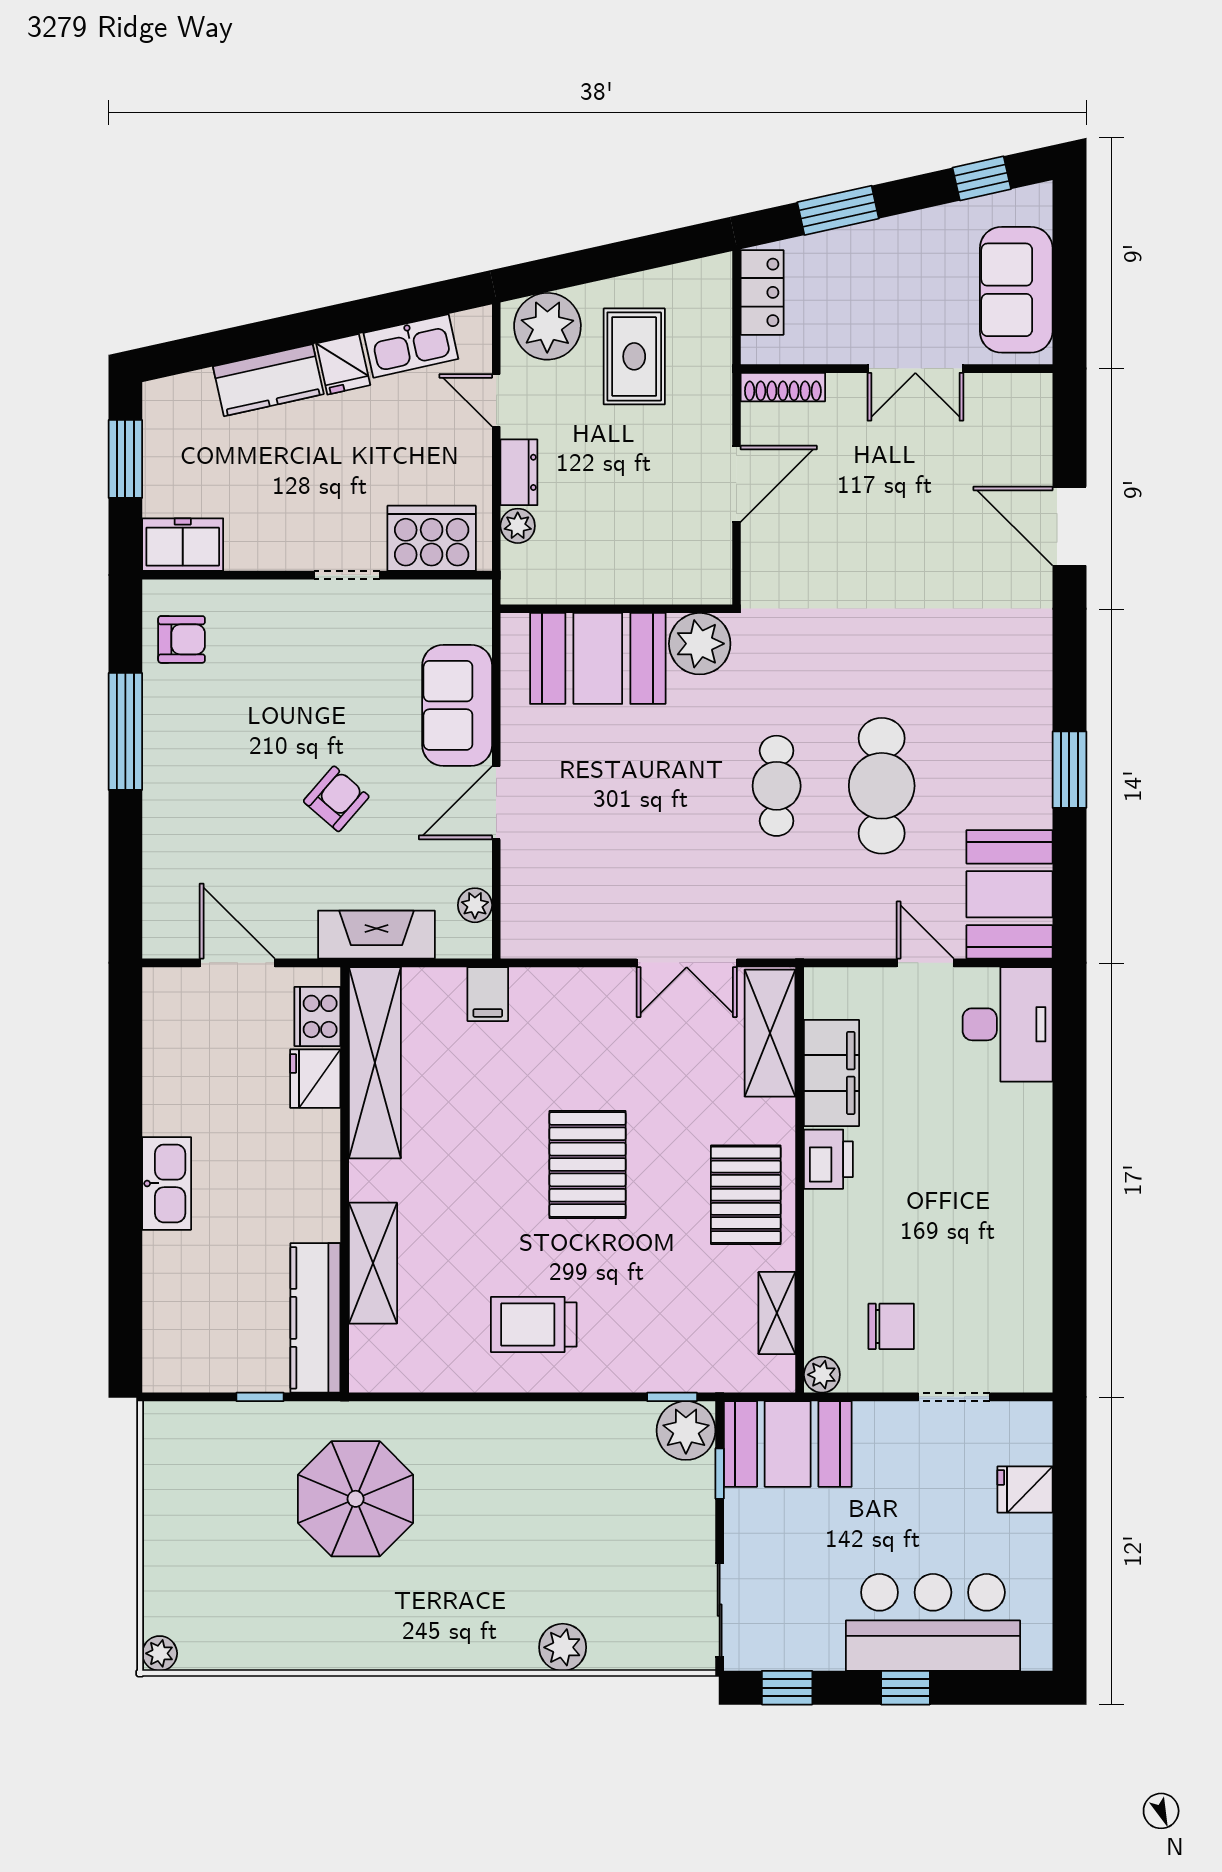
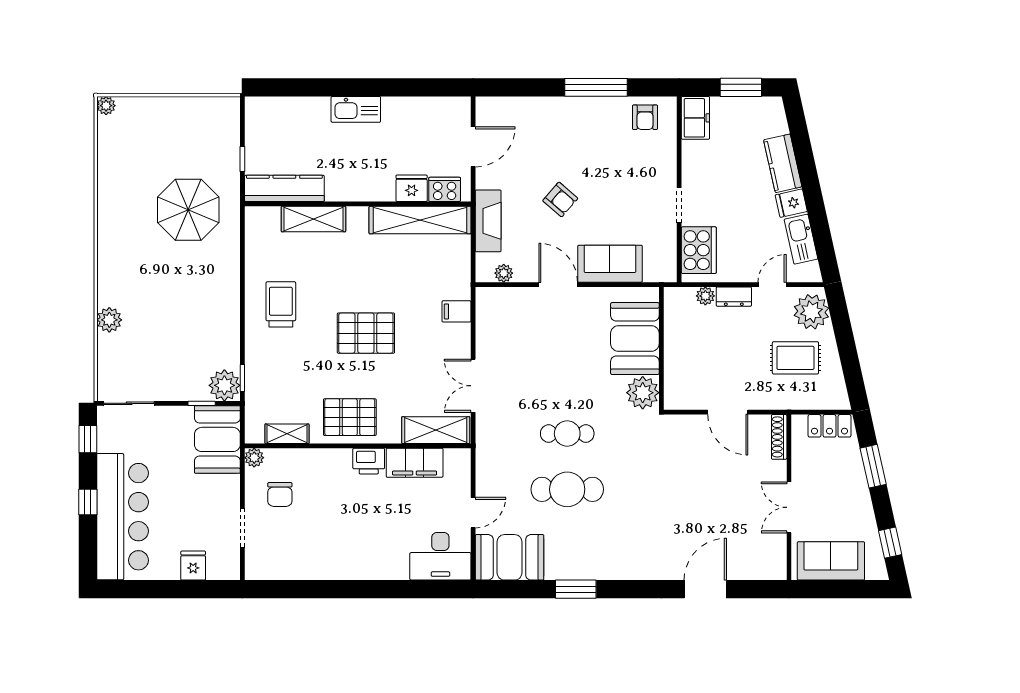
filing cabinet: (488, 994) -> (456, 311), moved
bar counter: (933, 1622) -> (123, 517), width x1.36

